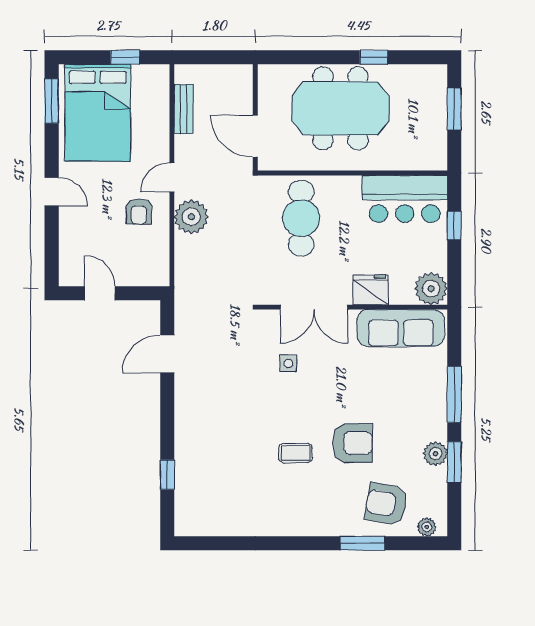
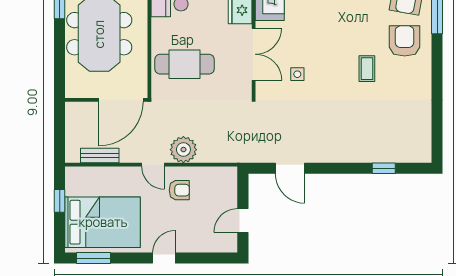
door: (255, 136) -> (121, 100), width x1.36
armchair: (352, 443) -> (405, 41), moved

